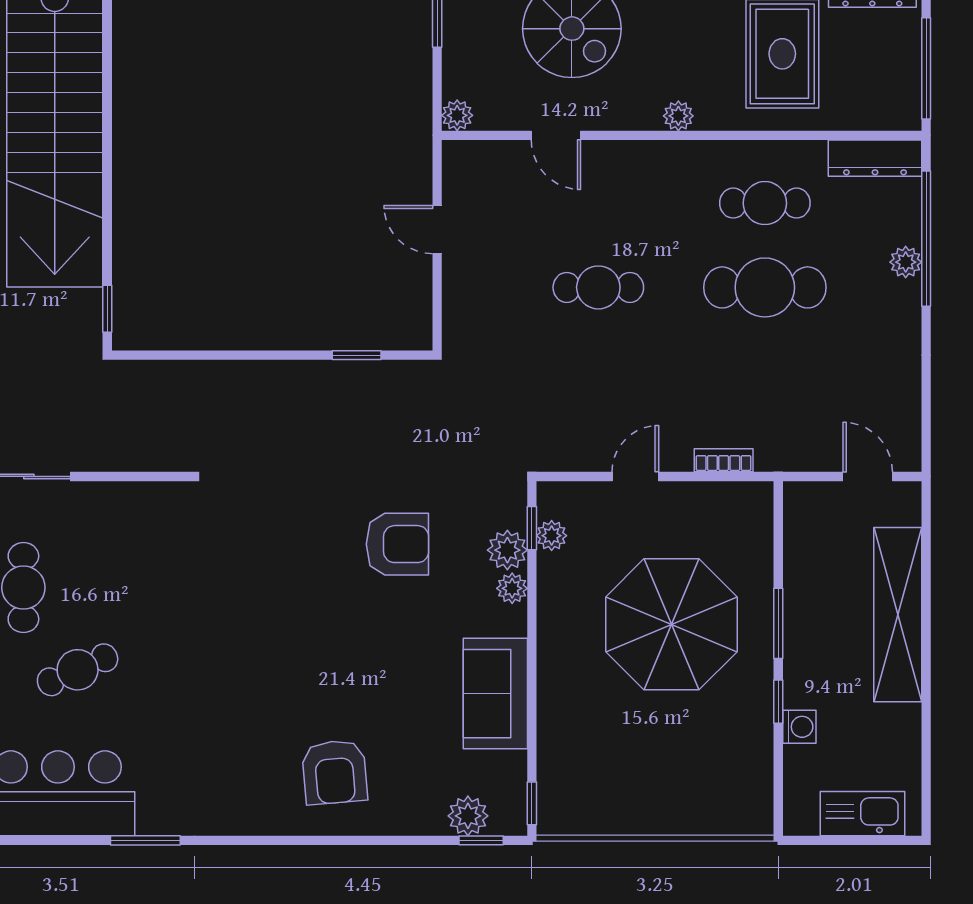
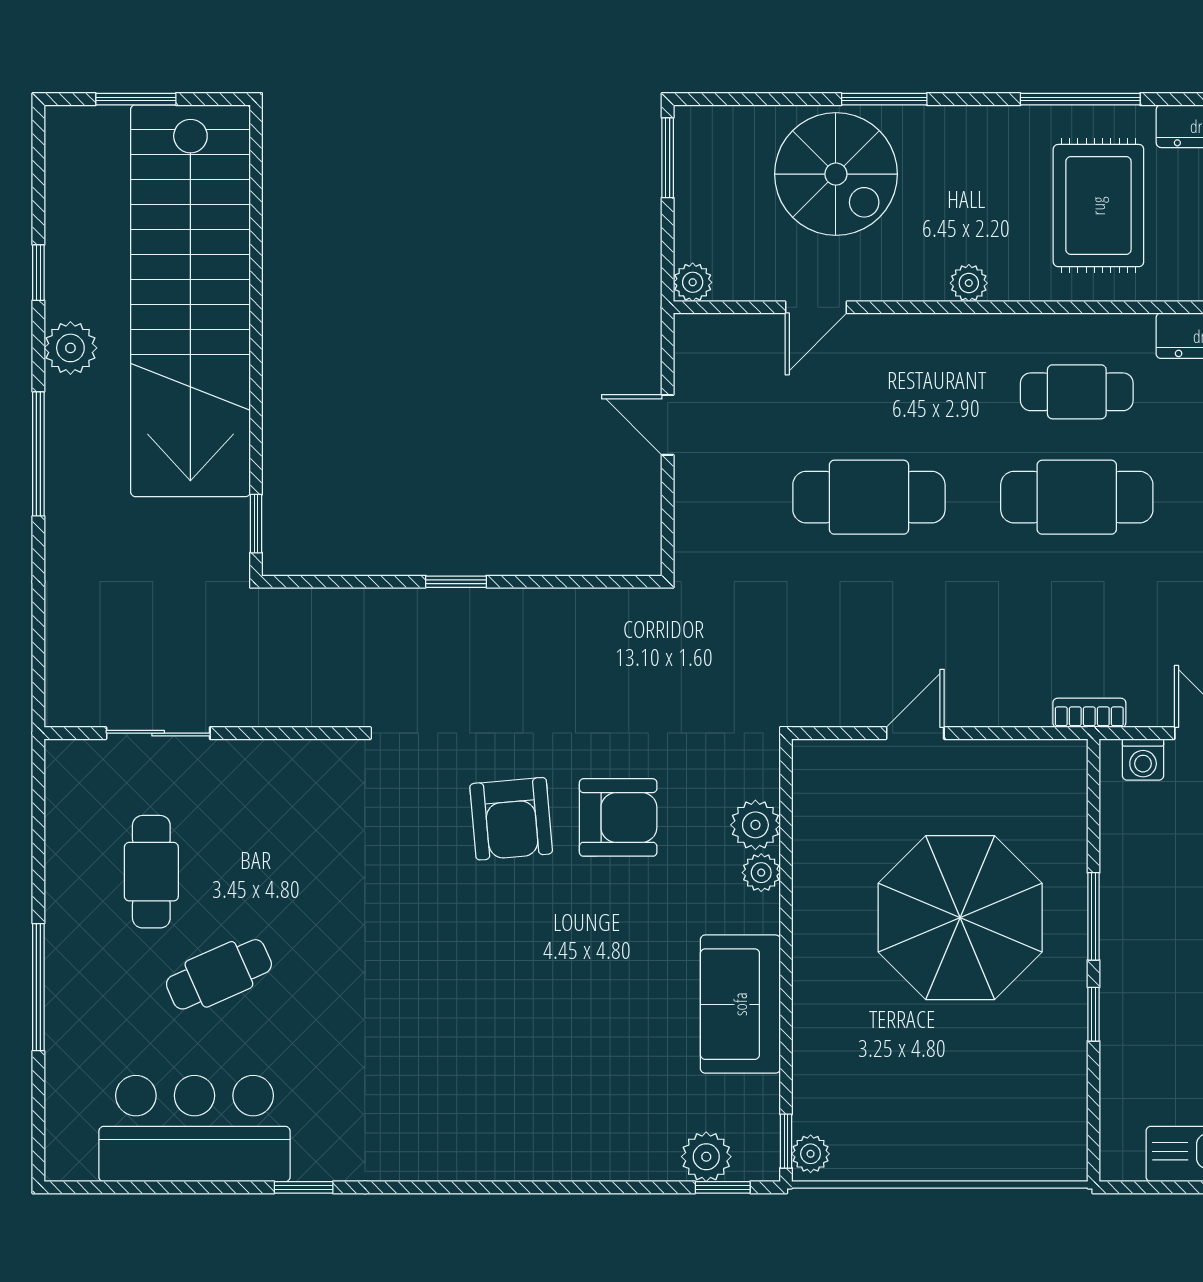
door: (556, 135) -> (816, 307), hinge flipped
cafe table: (598, 287) -> (869, 497), width x1.37, depth x1.35
window: (357, 355) -> (456, 582), moved
bookcase: (724, 460) -> (1089, 713), moved
window: (532, 528) -> (786, 798), removed
plant: (552, 536) -> (811, 1154), moved
washing machine: (799, 727) -> (1143, 759), moved, turned 90
armchair: (335, 772) -> (511, 819), moved
window: (145, 840) -> (304, 1187), width x0.67

